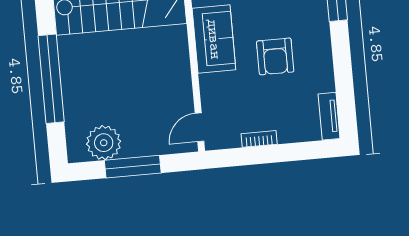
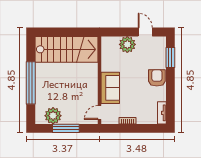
sofa: (214, 39) -> (110, 88), moved
armchair: (275, 56) -> (157, 78), moved, turned 180

